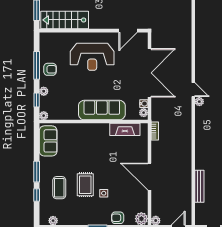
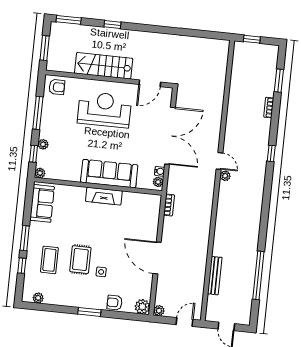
stairs: (65, 20) -> (104, 66), moved
reception desk: (92, 57) -> (104, 110), turned 180
armchair: (50, 69) -> (57, 87), moved
fireplace: (125, 129) -> (104, 196), moved

